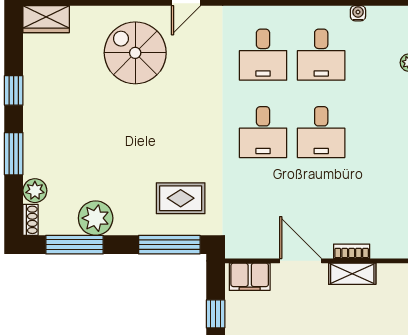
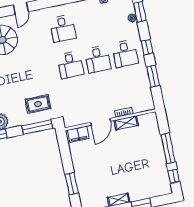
desk: (321, 55) -> (125, 53), moved
door: (301, 261) -> (101, 122), swing flipped
window: (216, 314) -> (66, 155), removed

